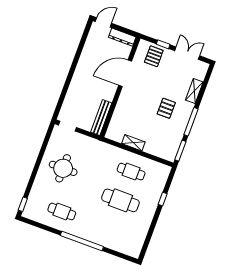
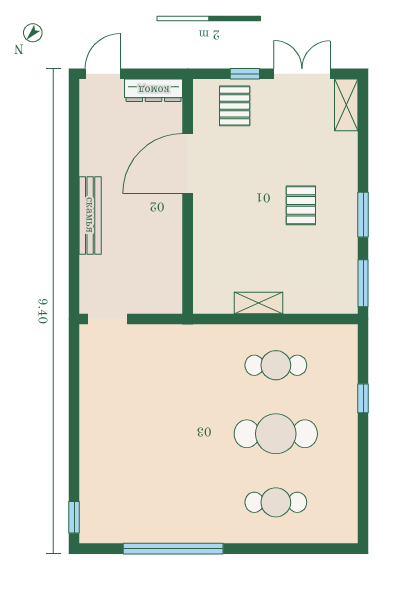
shelving: (194, 91) -> (346, 105), moved
bench: (101, 118) -> (90, 215), moved
window: (191, 122) -> (363, 215), width x0.69
round table: (63, 168) -> (131, 411), removed
cafe table: (62, 211) -> (276, 502), moved
window: (82, 241) -> (173, 549), moved

